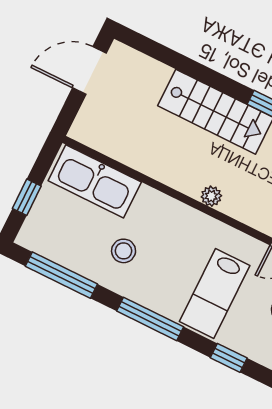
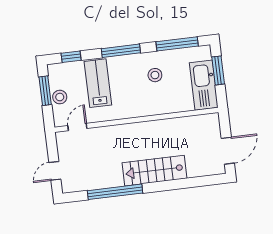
kitchen sink: (95, 181) -> (204, 85), moved, turned -90
plant: (211, 196) -> (130, 129), removed
window: (27, 197) -> (218, 70), width x1.50

